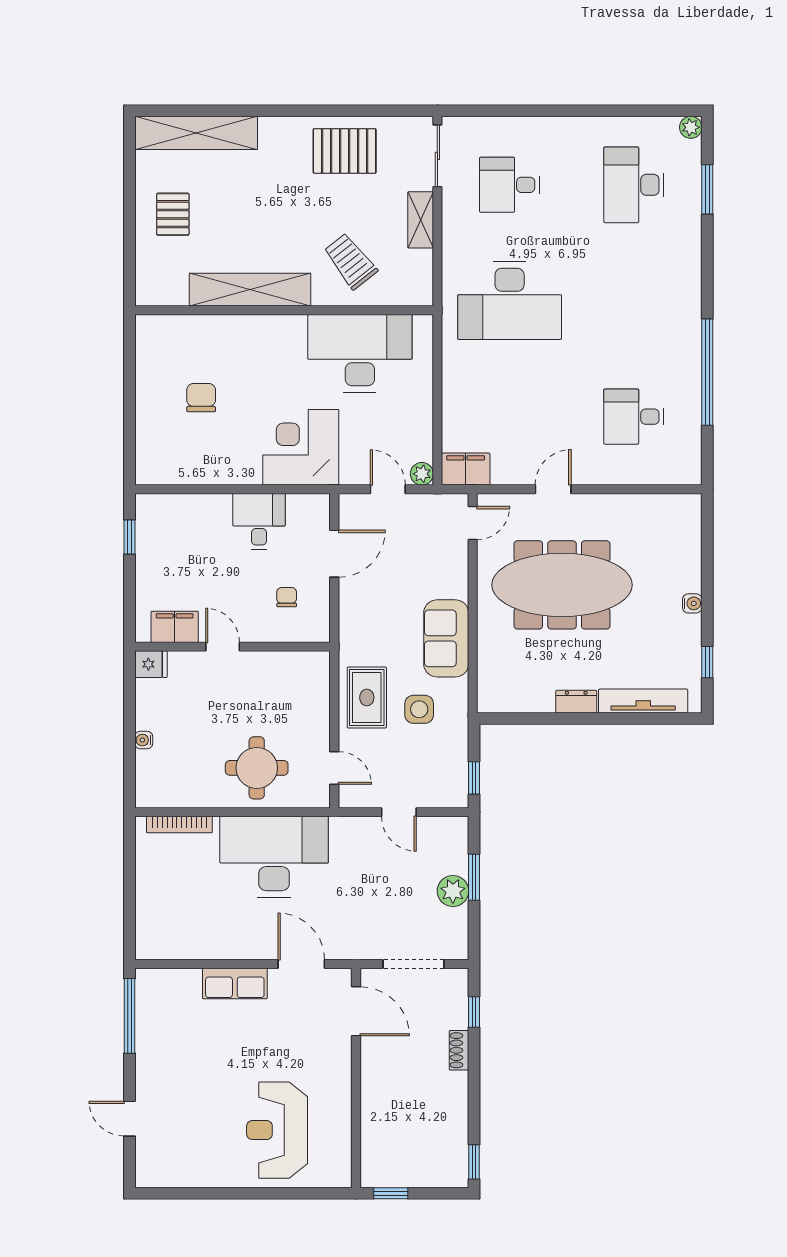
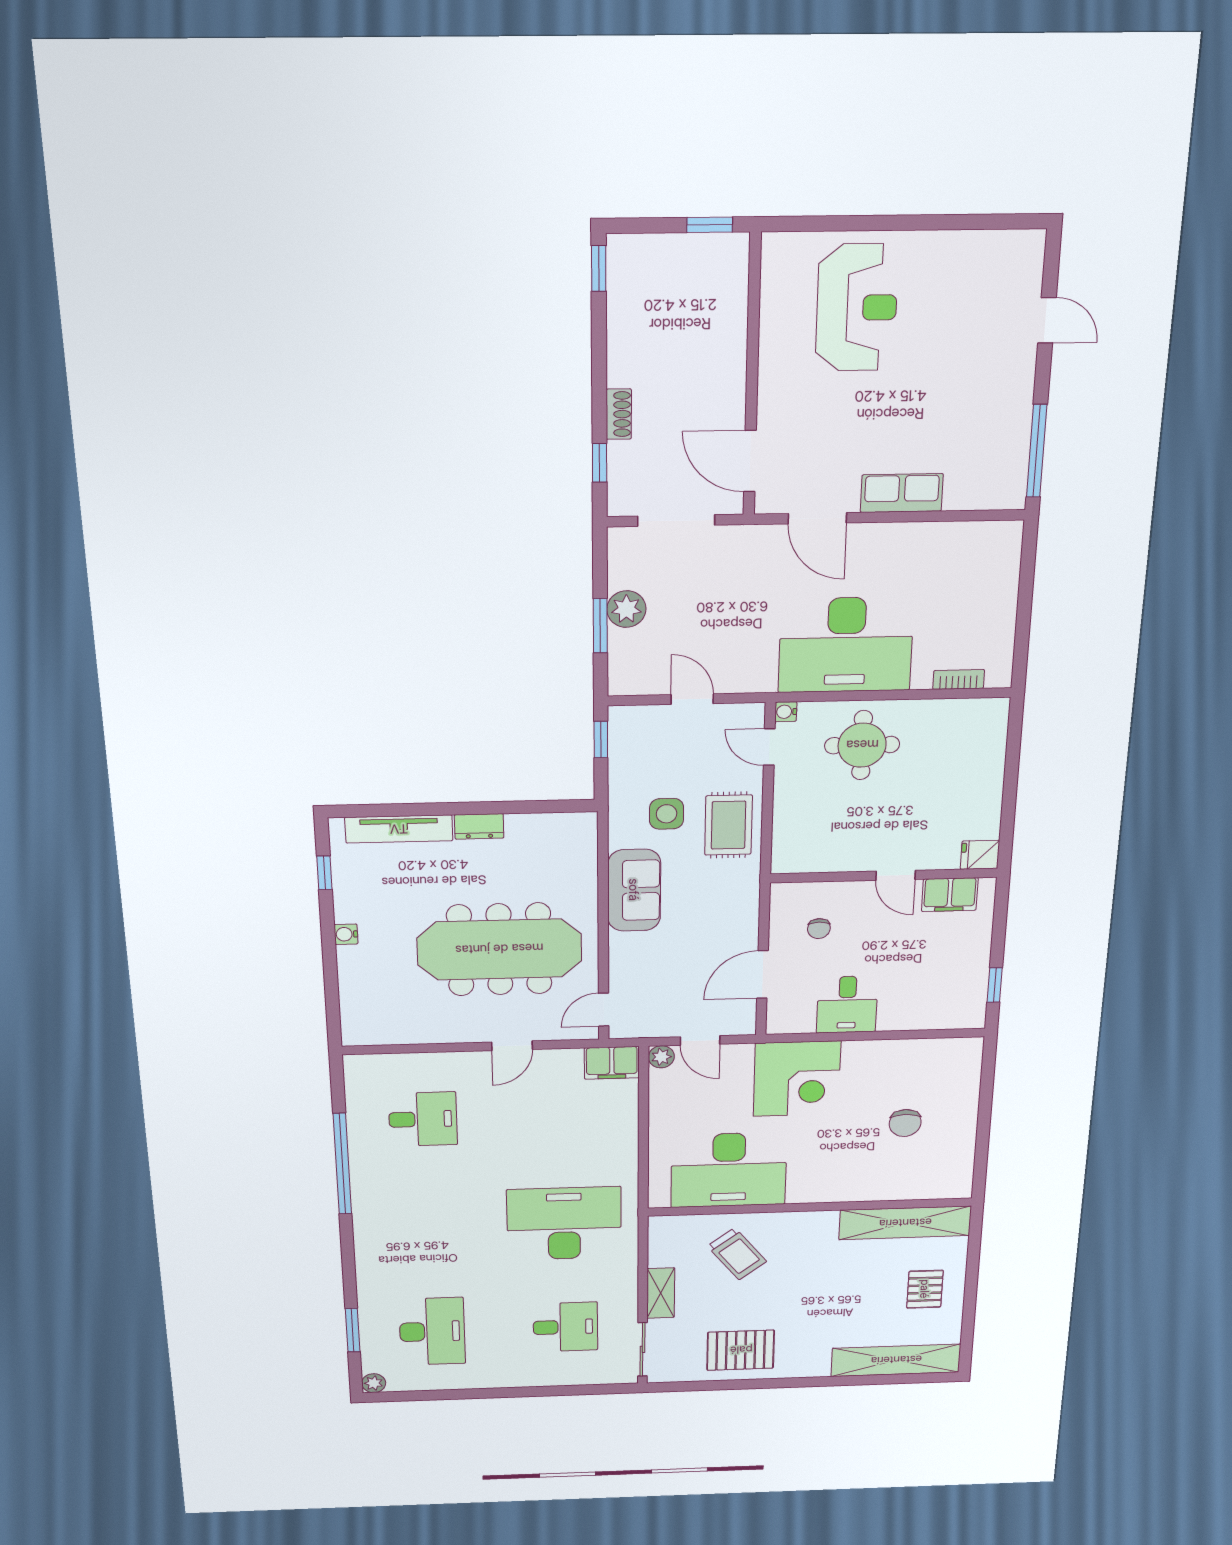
shelving: (250, 290) -> (905, 1223), moved
water cooler: (144, 740) -> (786, 712), moved, turned 180
bookcase: (179, 825) -> (959, 679), width x0.64

